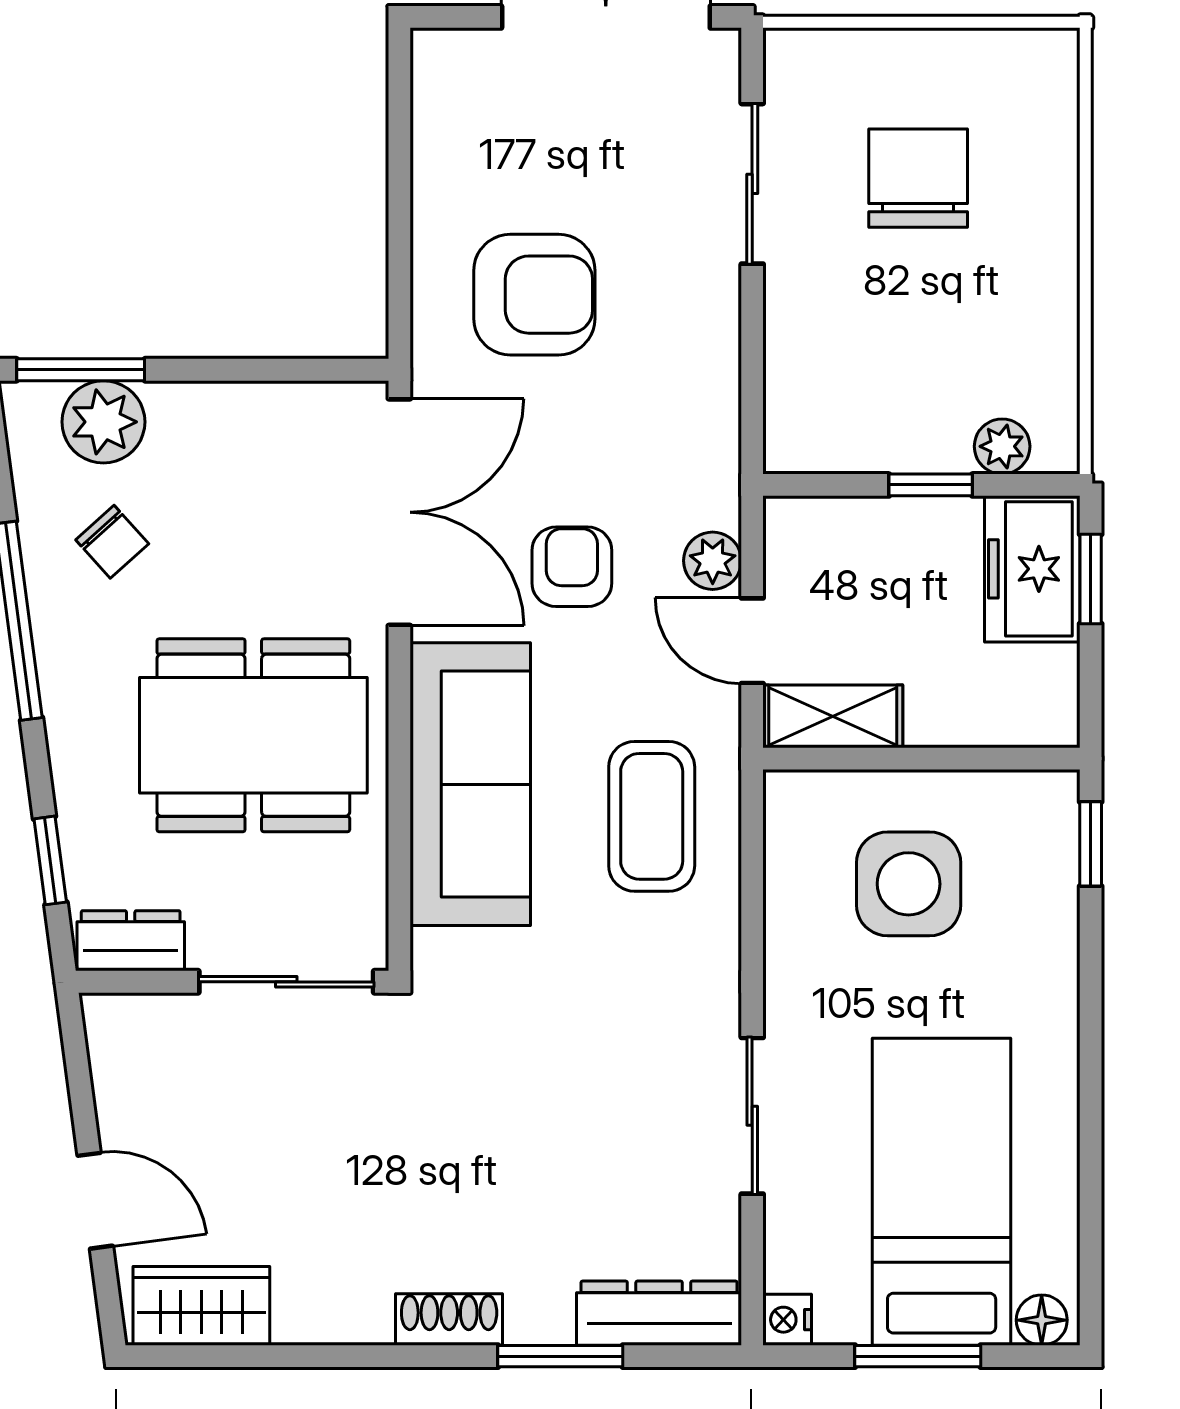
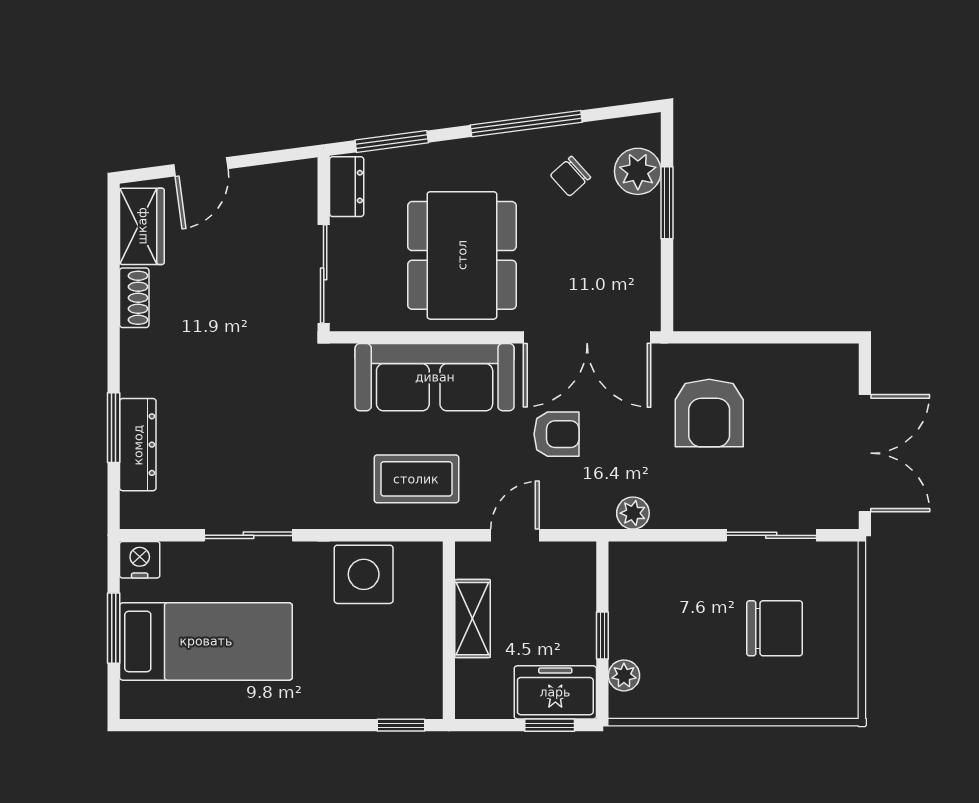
window: (81, 370) -> (667, 203), moved
plant: (713, 561) -> (633, 513), moved
shelving: (833, 716) -> (473, 619), moved
window: (50, 860) -> (392, 141), width x1.50
side table: (909, 884) -> (364, 574), moved
dresser: (659, 1313) -> (138, 445), moved
shoe rack: (449, 1319) -> (134, 298), moved
nightstand: (787, 1320) -> (140, 560), width x1.39, depth x1.35
floor lamp: (1042, 1320) -> (134, 698), removed

